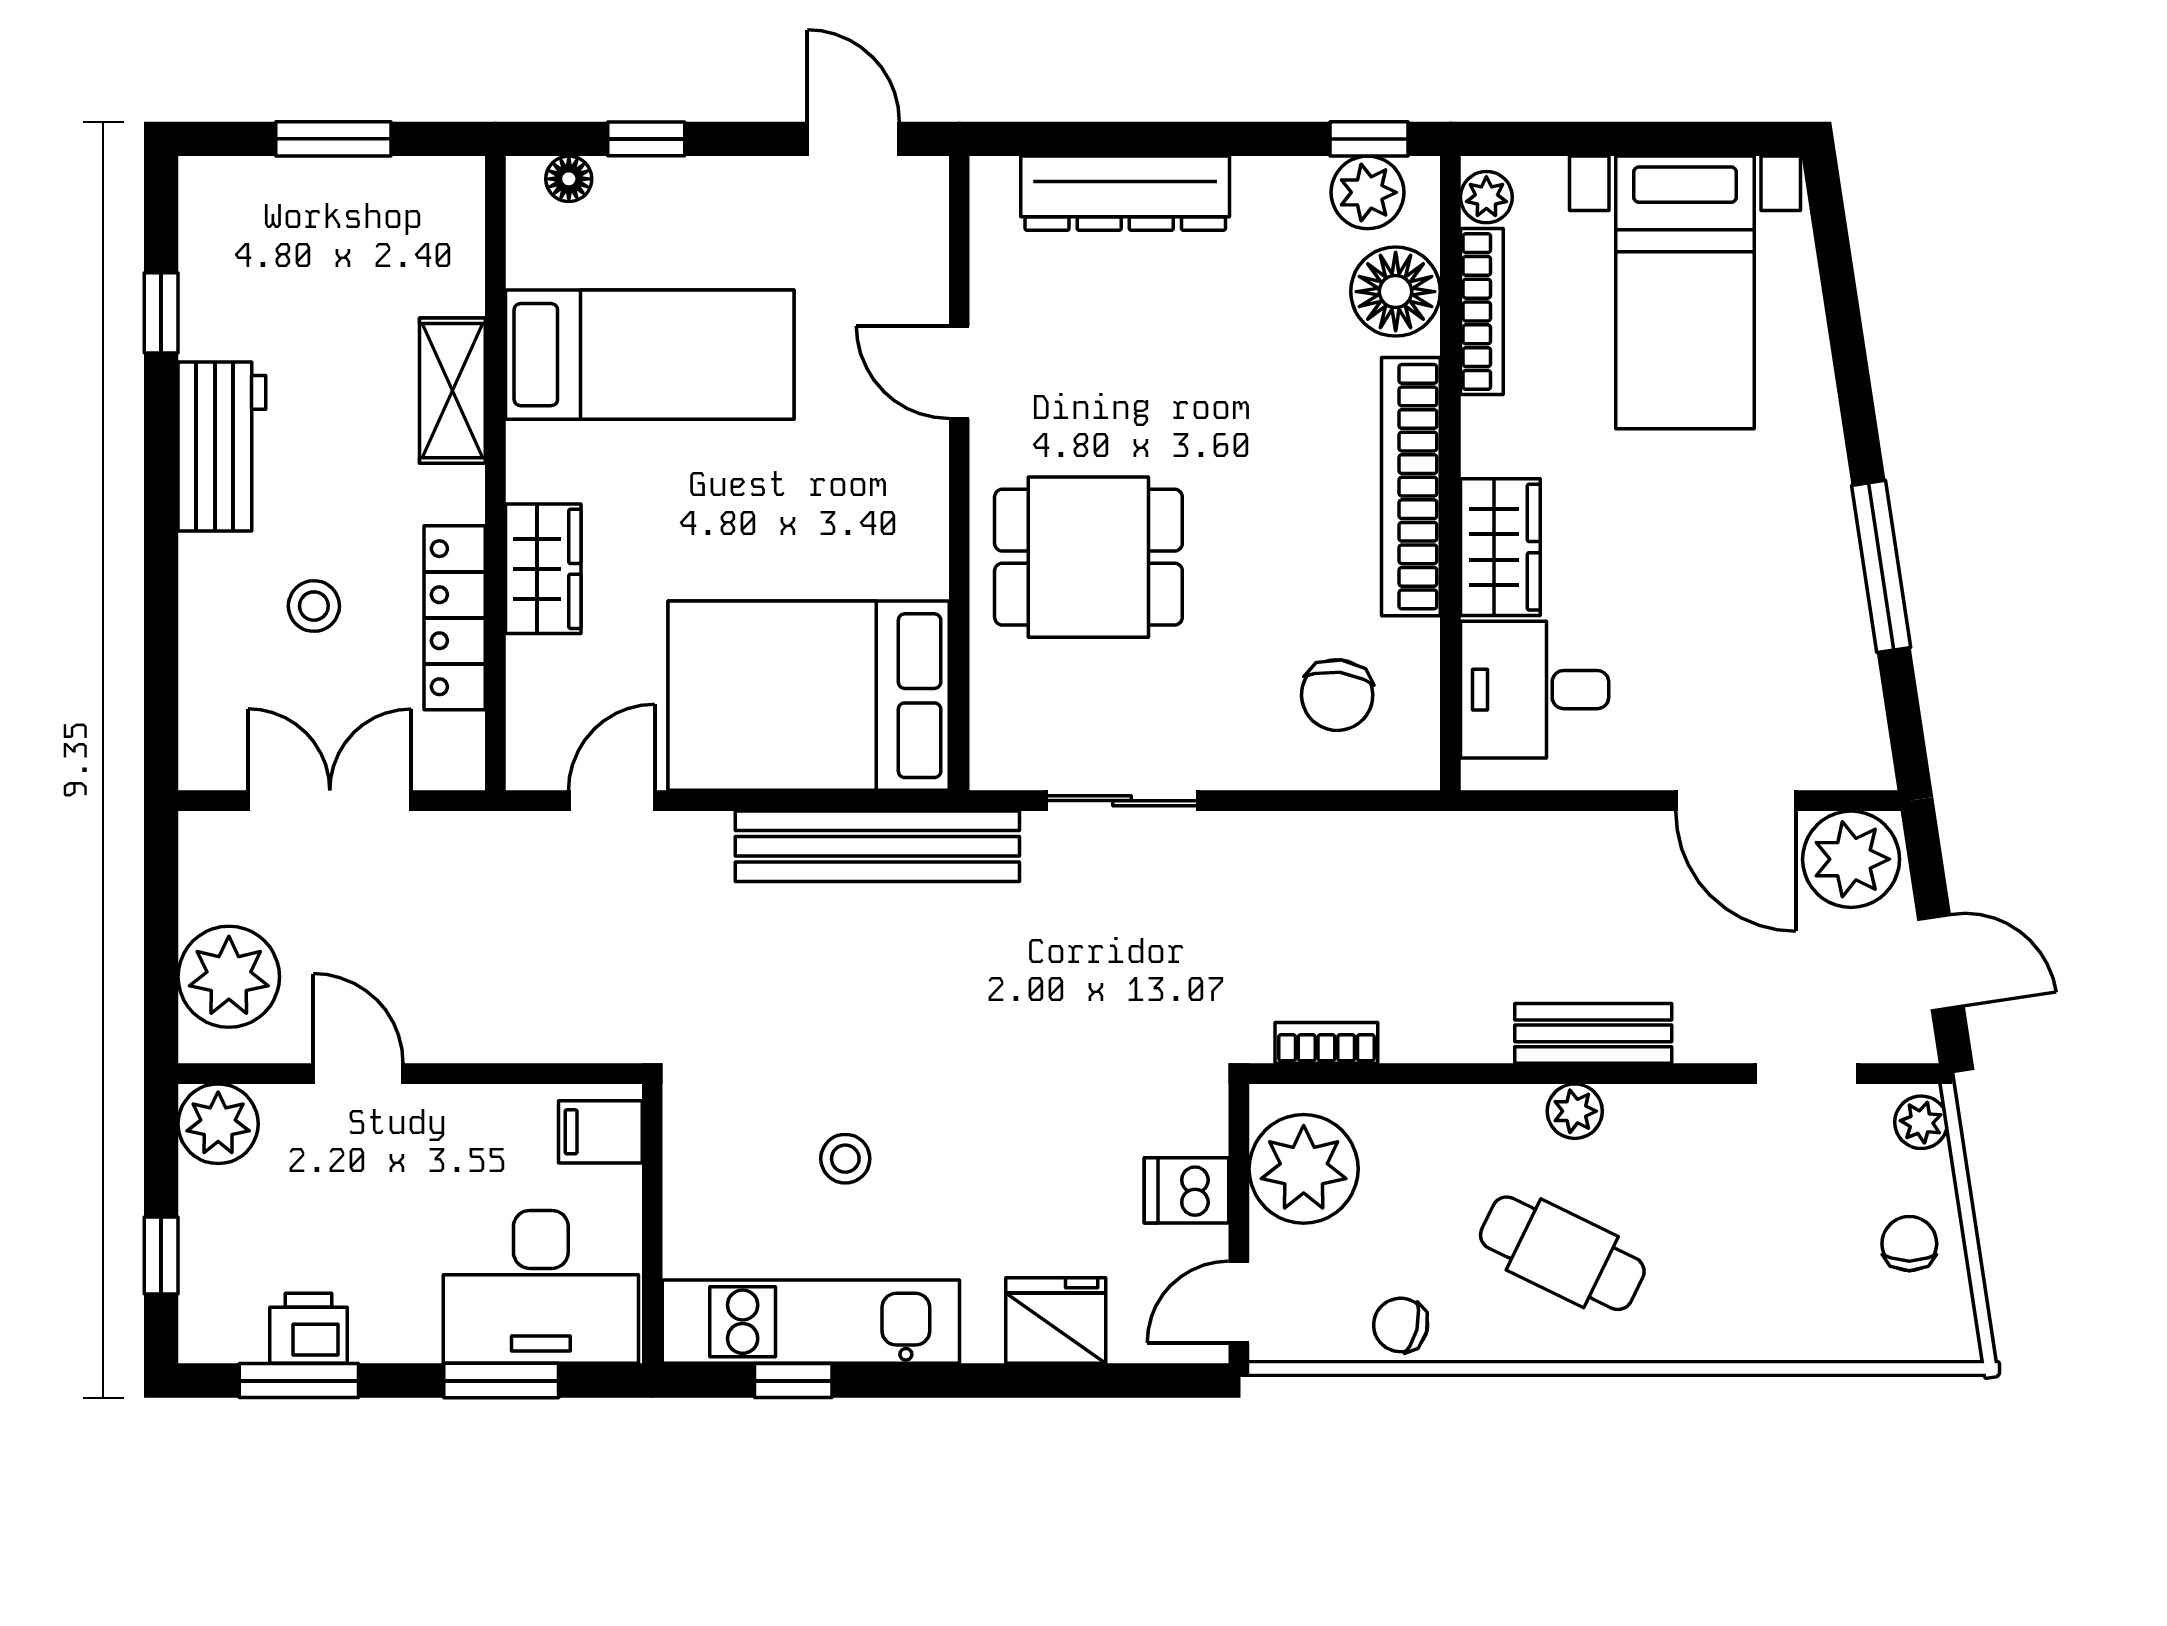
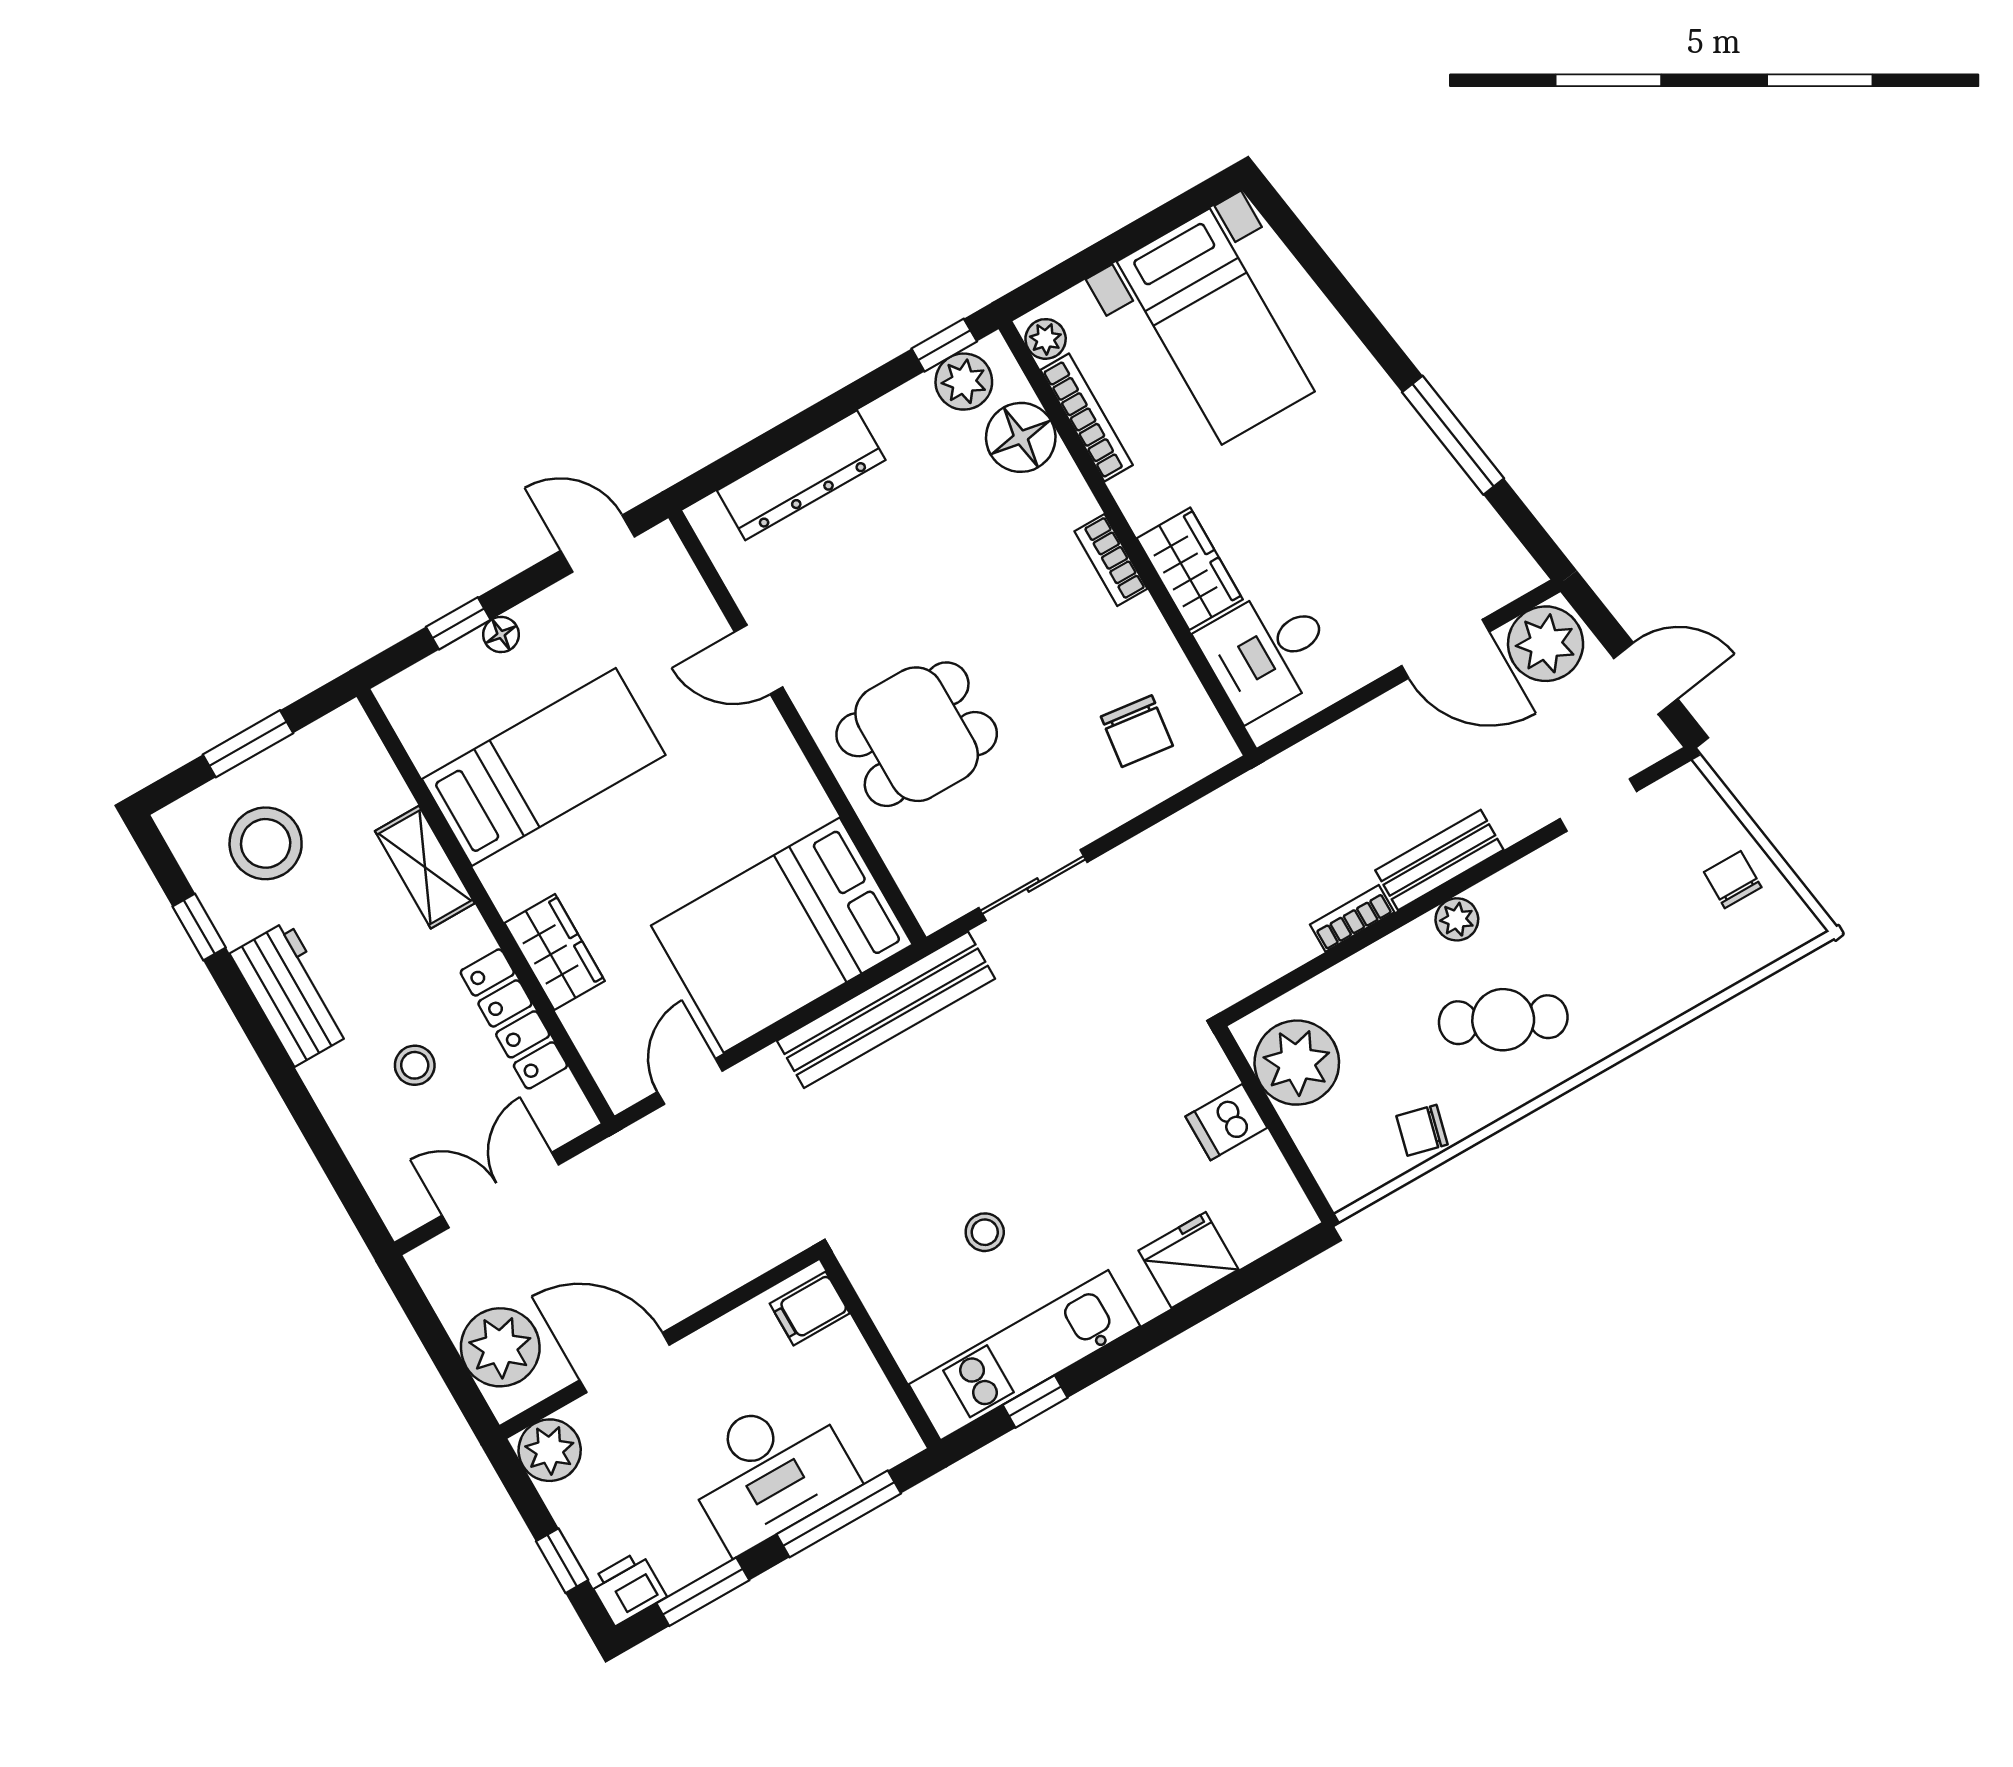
floor lamp: (569, 179) -> (501, 635), moved
stool: (289, 262) -> (266, 843), added
bookcase: (1411, 487) -> (1111, 560), width x0.43, depth x0.76
bookcase: (1326, 1043) -> (1352, 918), moved
door: (358, 1074) -> (625, 1362), width x1.38
plant: (1921, 1122) -> (1694, 793), removed
desk: (541, 1287) -> (769, 1470), moved
door: (1239, 1302) -> (1305, 1177), removed
printer: (308, 1328) -> (628, 1588), moved
window: (501, 1381) -> (839, 1514), width x1.44

